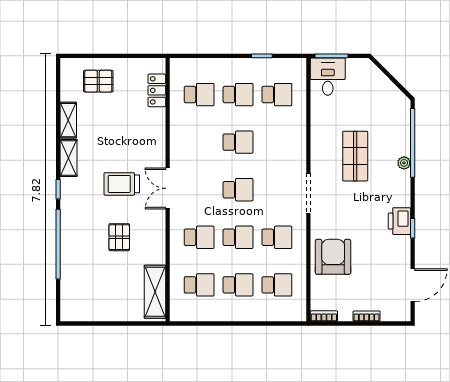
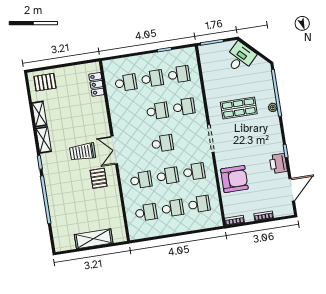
desk: (328, 77) -> (240, 58), moved, turned 45
pallet: (98, 81) -> (45, 82), moved
school desk: (277, 142) -> (184, 107), added
shop shelf: (355, 156) -> (239, 108), turned 90
printer: (399, 221) -> (278, 163), moved
pallet: (119, 237) -> (99, 178), moved
armchair: (333, 257) -> (234, 179), turned 90
shelving: (155, 292) -> (94, 239), moved, turned 90

